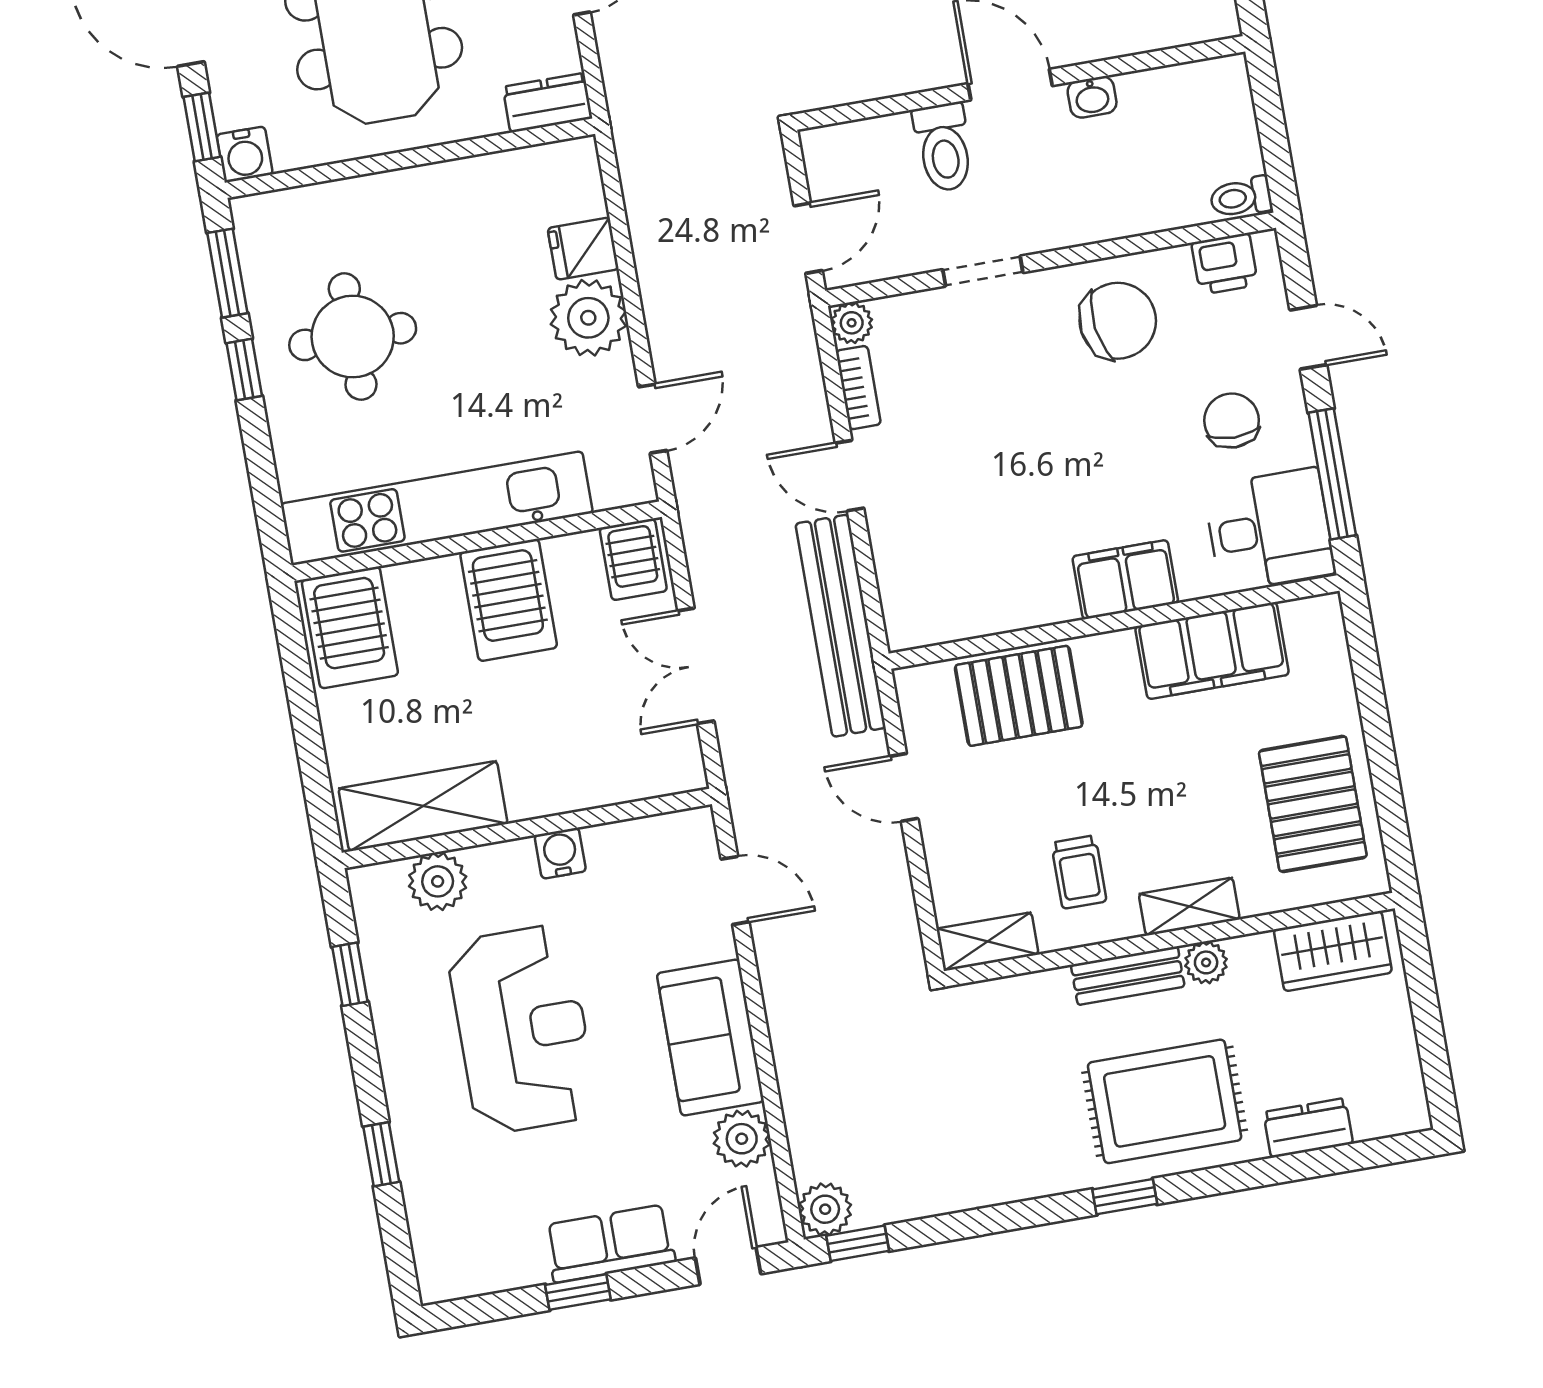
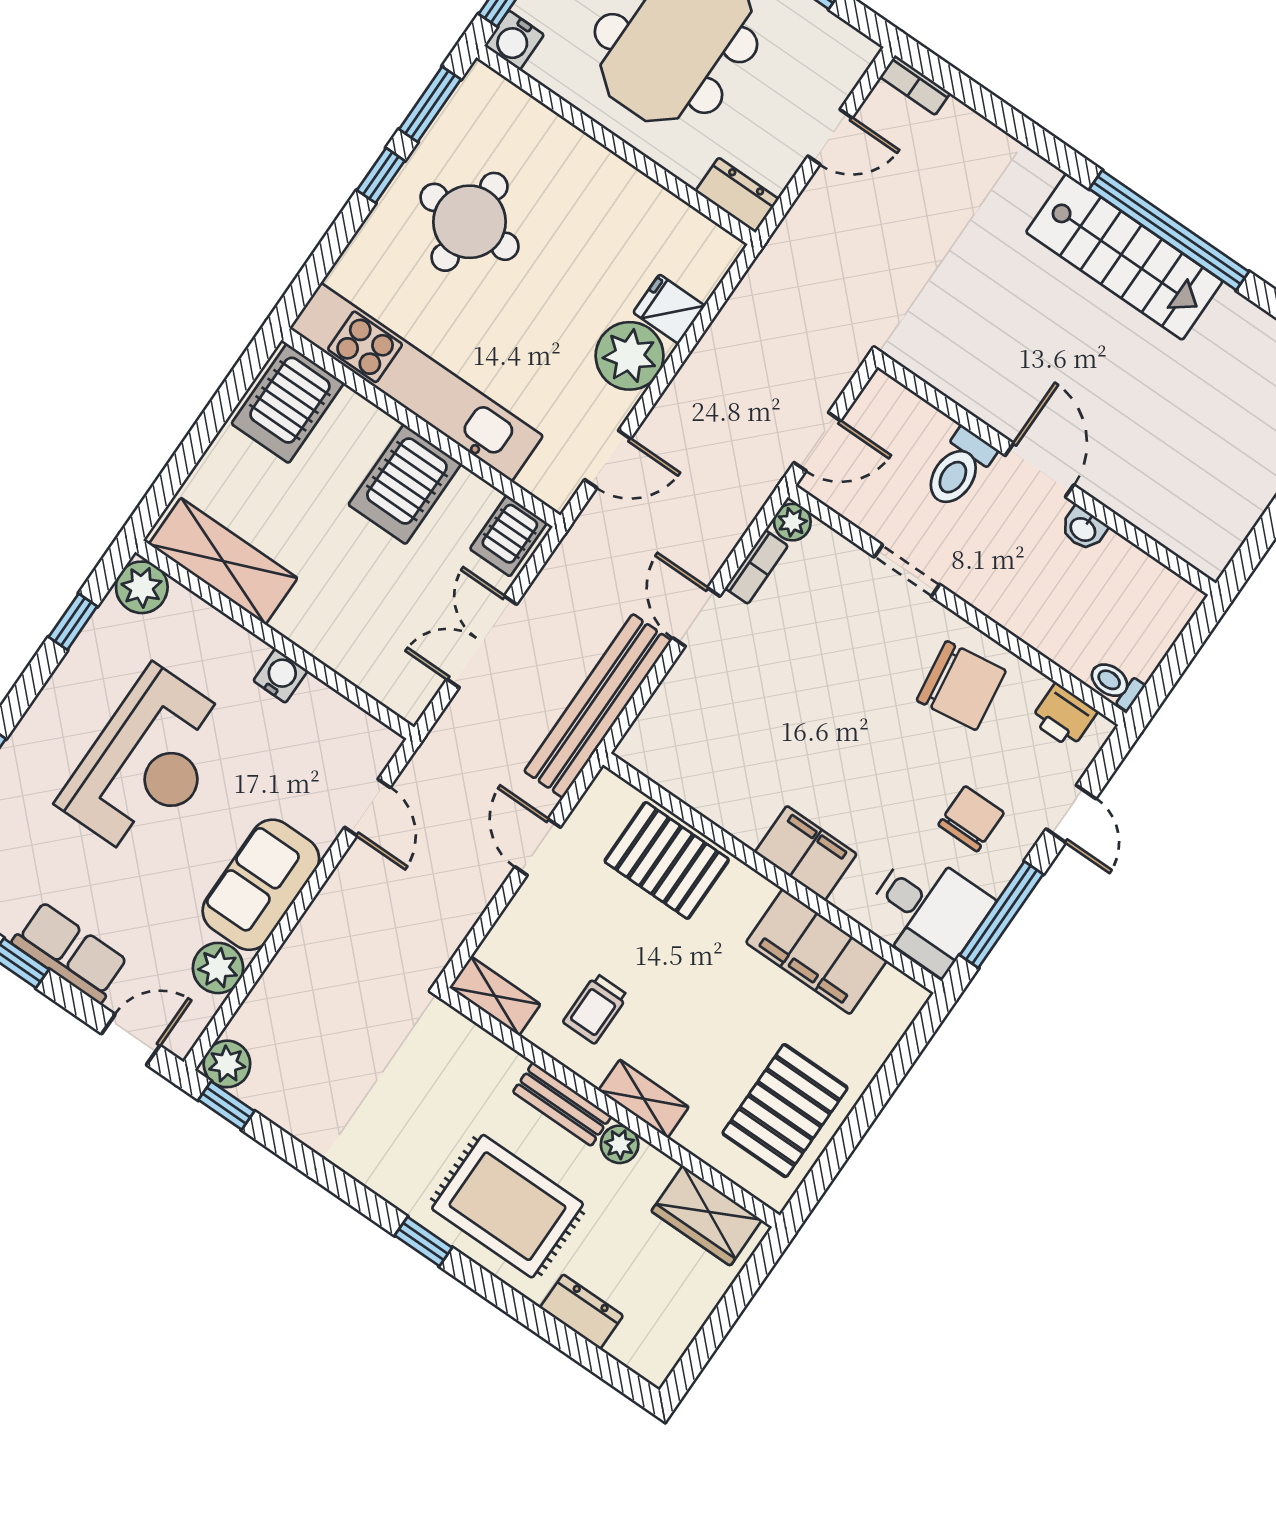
plant: (438, 881) -> (142, 587), moved

